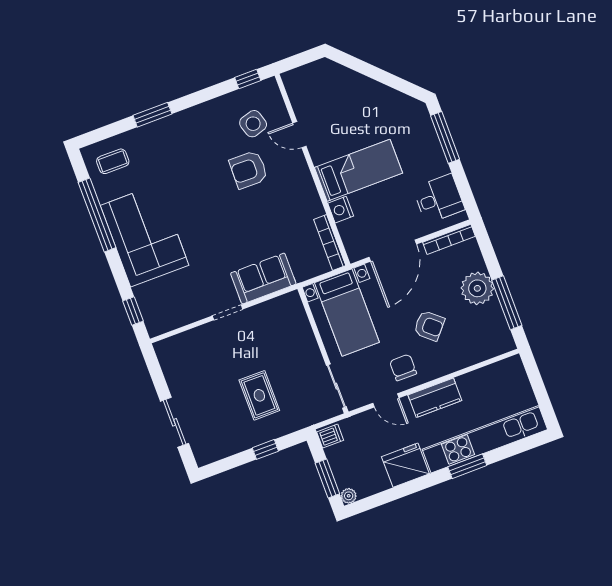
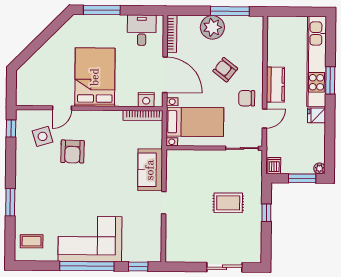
coffee table: (113, 161) -> (32, 241), turned 90
bed: (358, 170) -> (95, 77), width x1.50
nightstand: (341, 210) -> (146, 100), moved
window: (97, 215) -> (87, 266), moved
armchair: (429, 326) -> (225, 70), turned -93
fridge: (405, 465) -> (317, 115), width x0.53, depth x0.75

